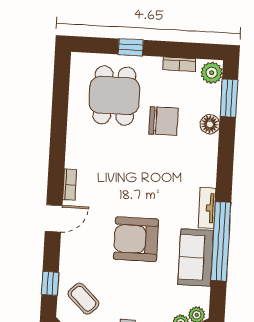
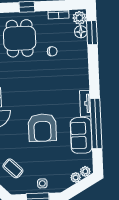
chair: (164, 121) -> (52, 51), width x0.54, depth x0.54
floor lamp: (210, 124) -> (81, 32), moved
armchair: (136, 239) -> (42, 128), turned -90

